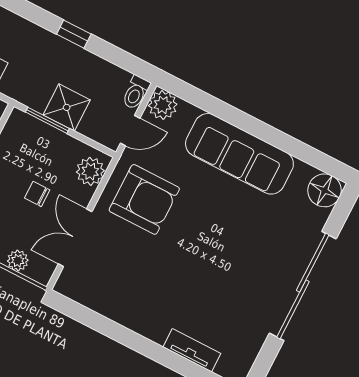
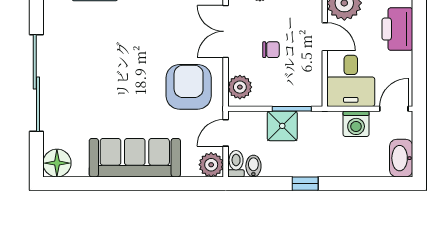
bidet: (119, 81) -> (253, 166), added
armchair: (144, 199) -> (189, 87), turned 90
double door: (75, 238) -> (226, 31), swing flipped

